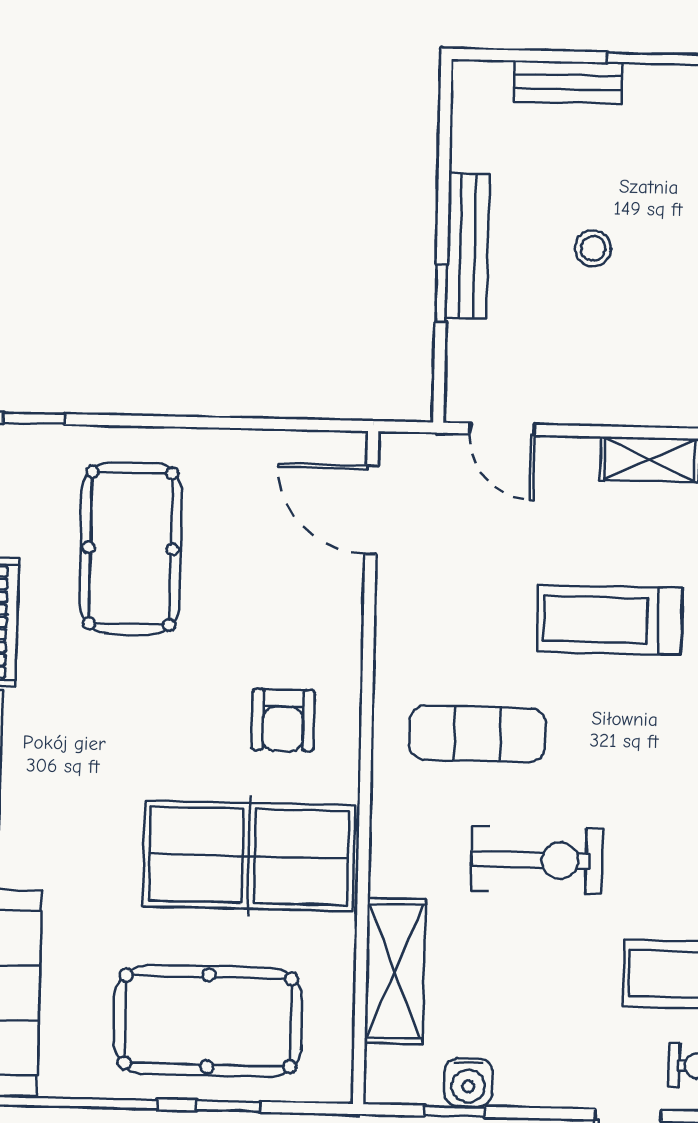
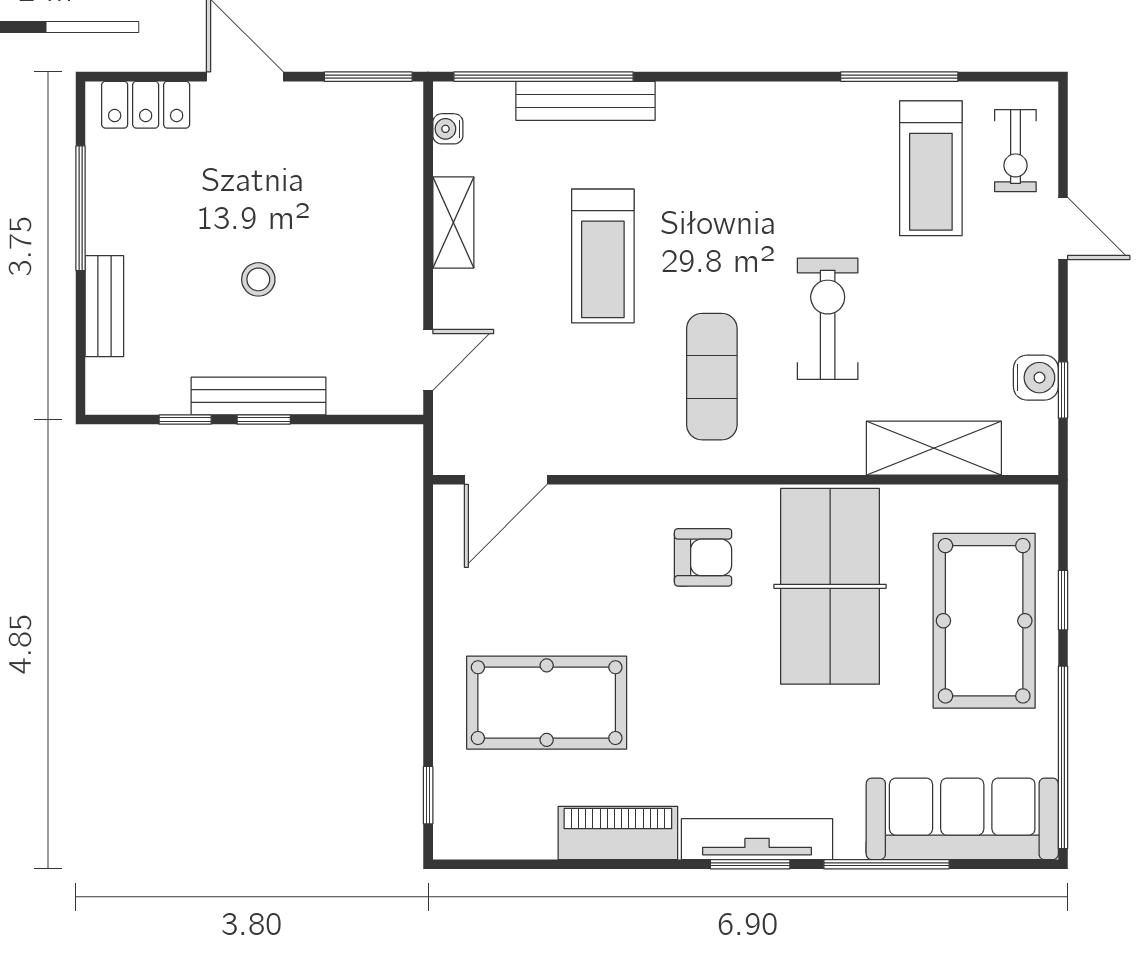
window: (444, 166) -> (185, 420), added
window: (441, 293) -> (264, 420), moved

